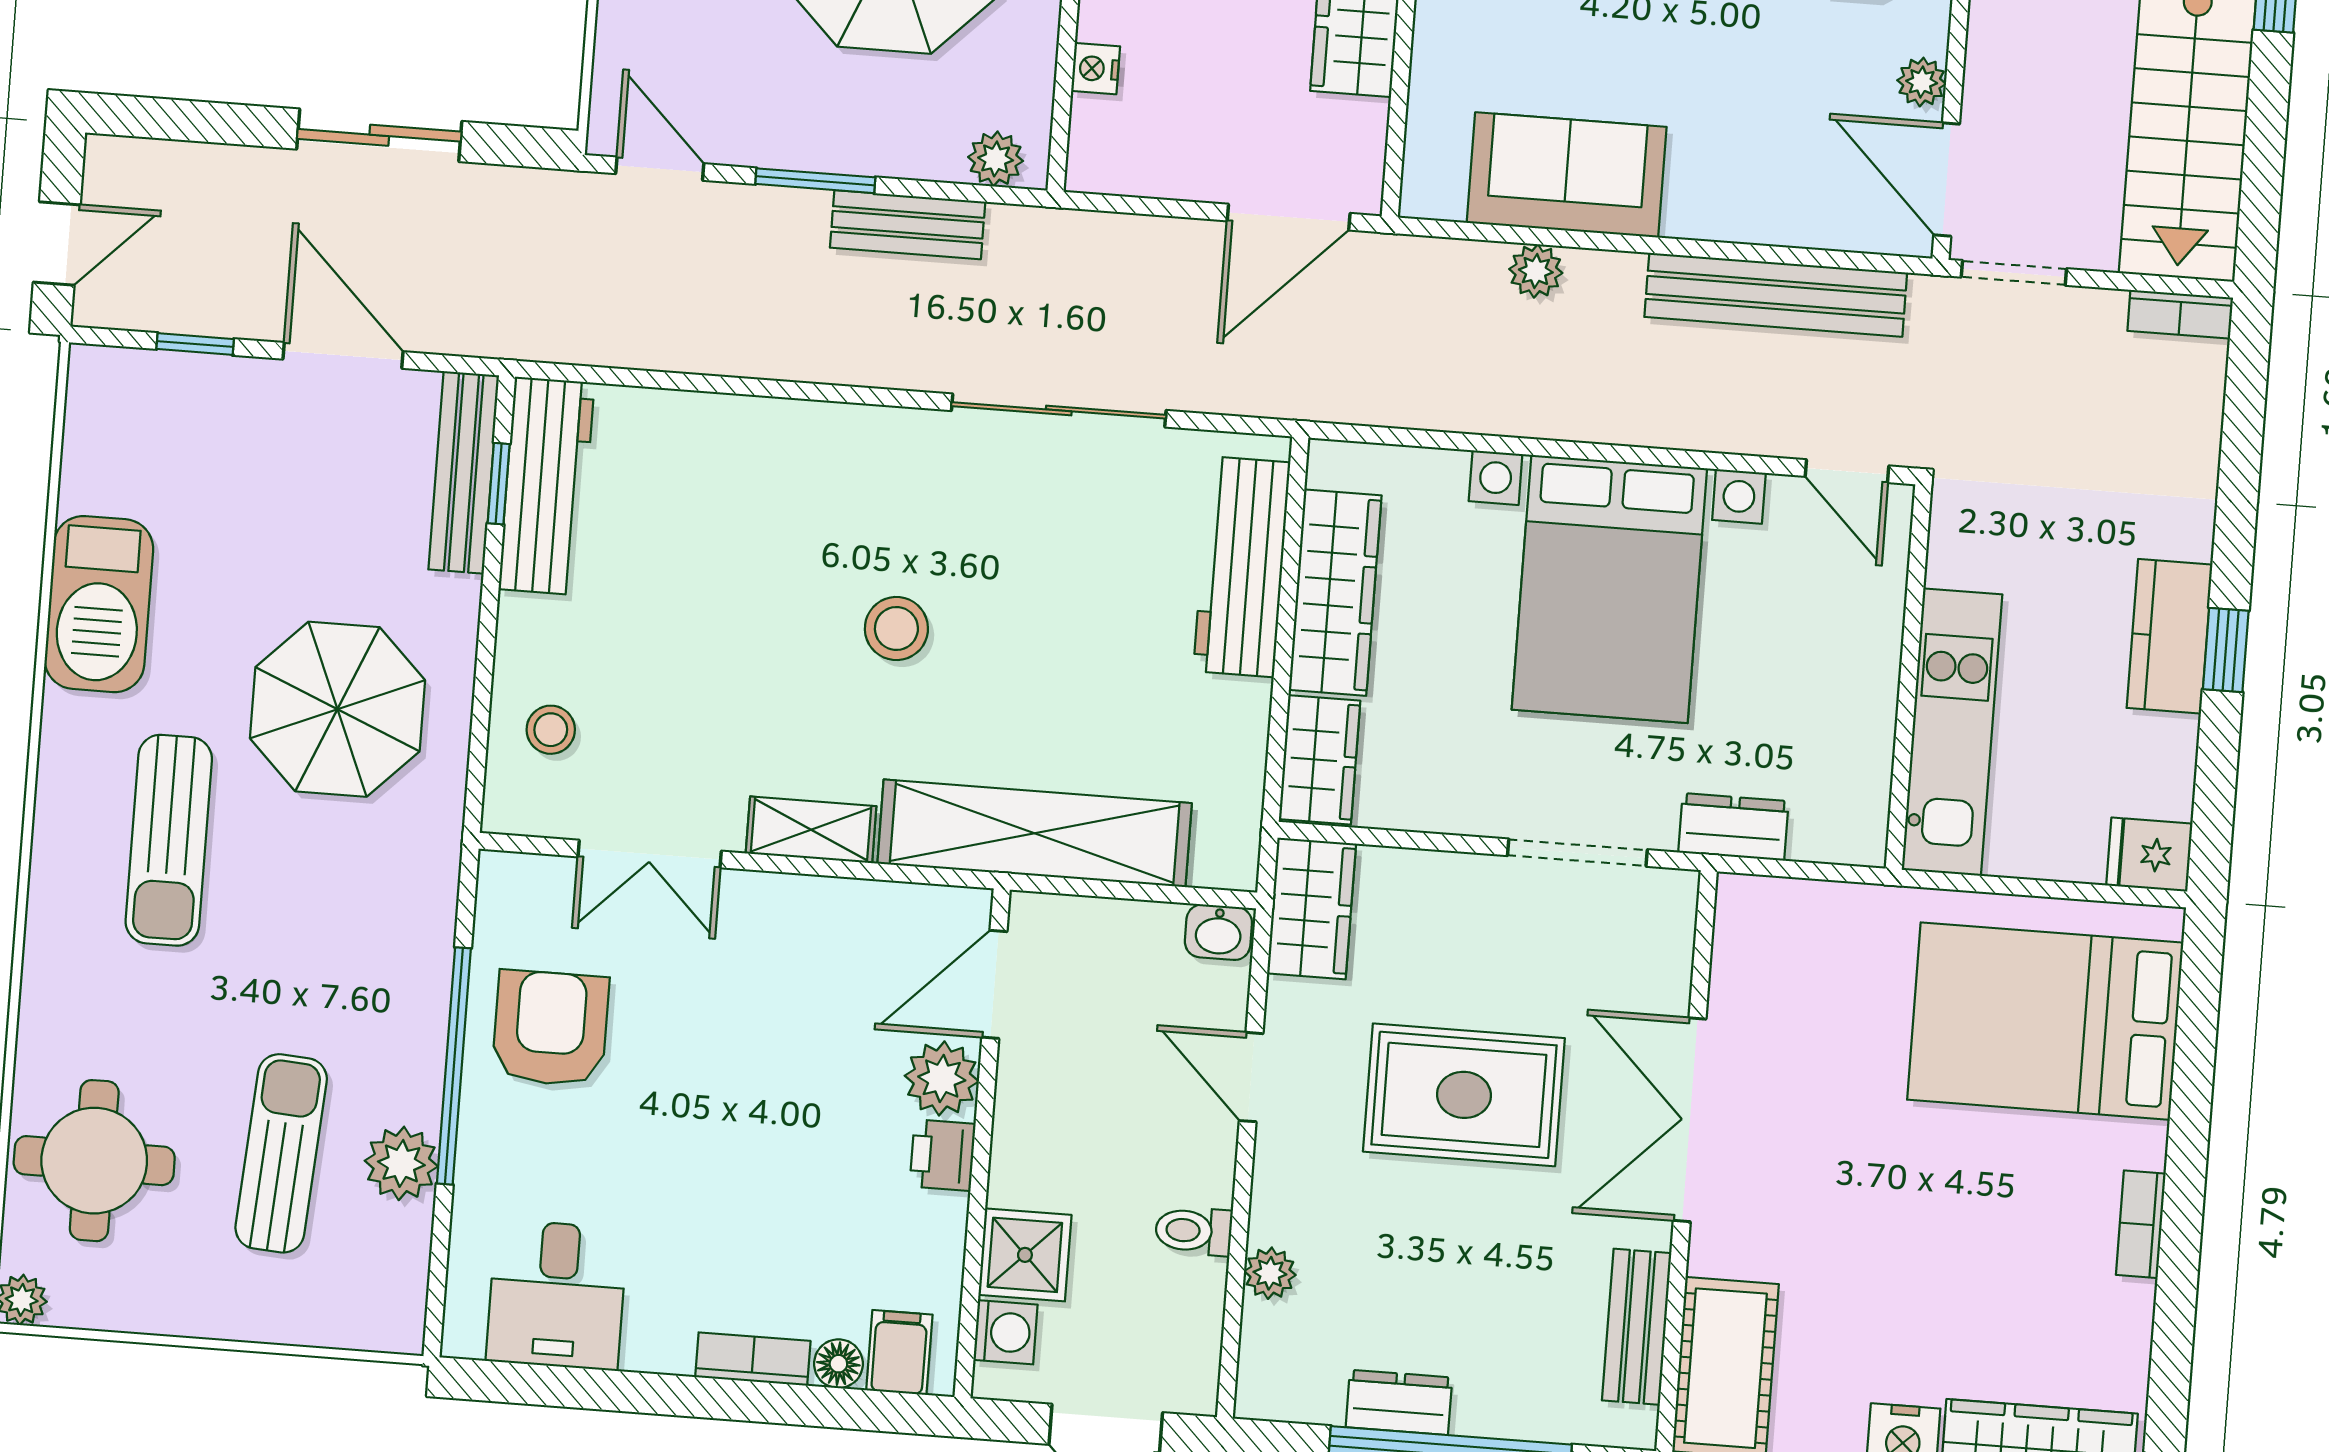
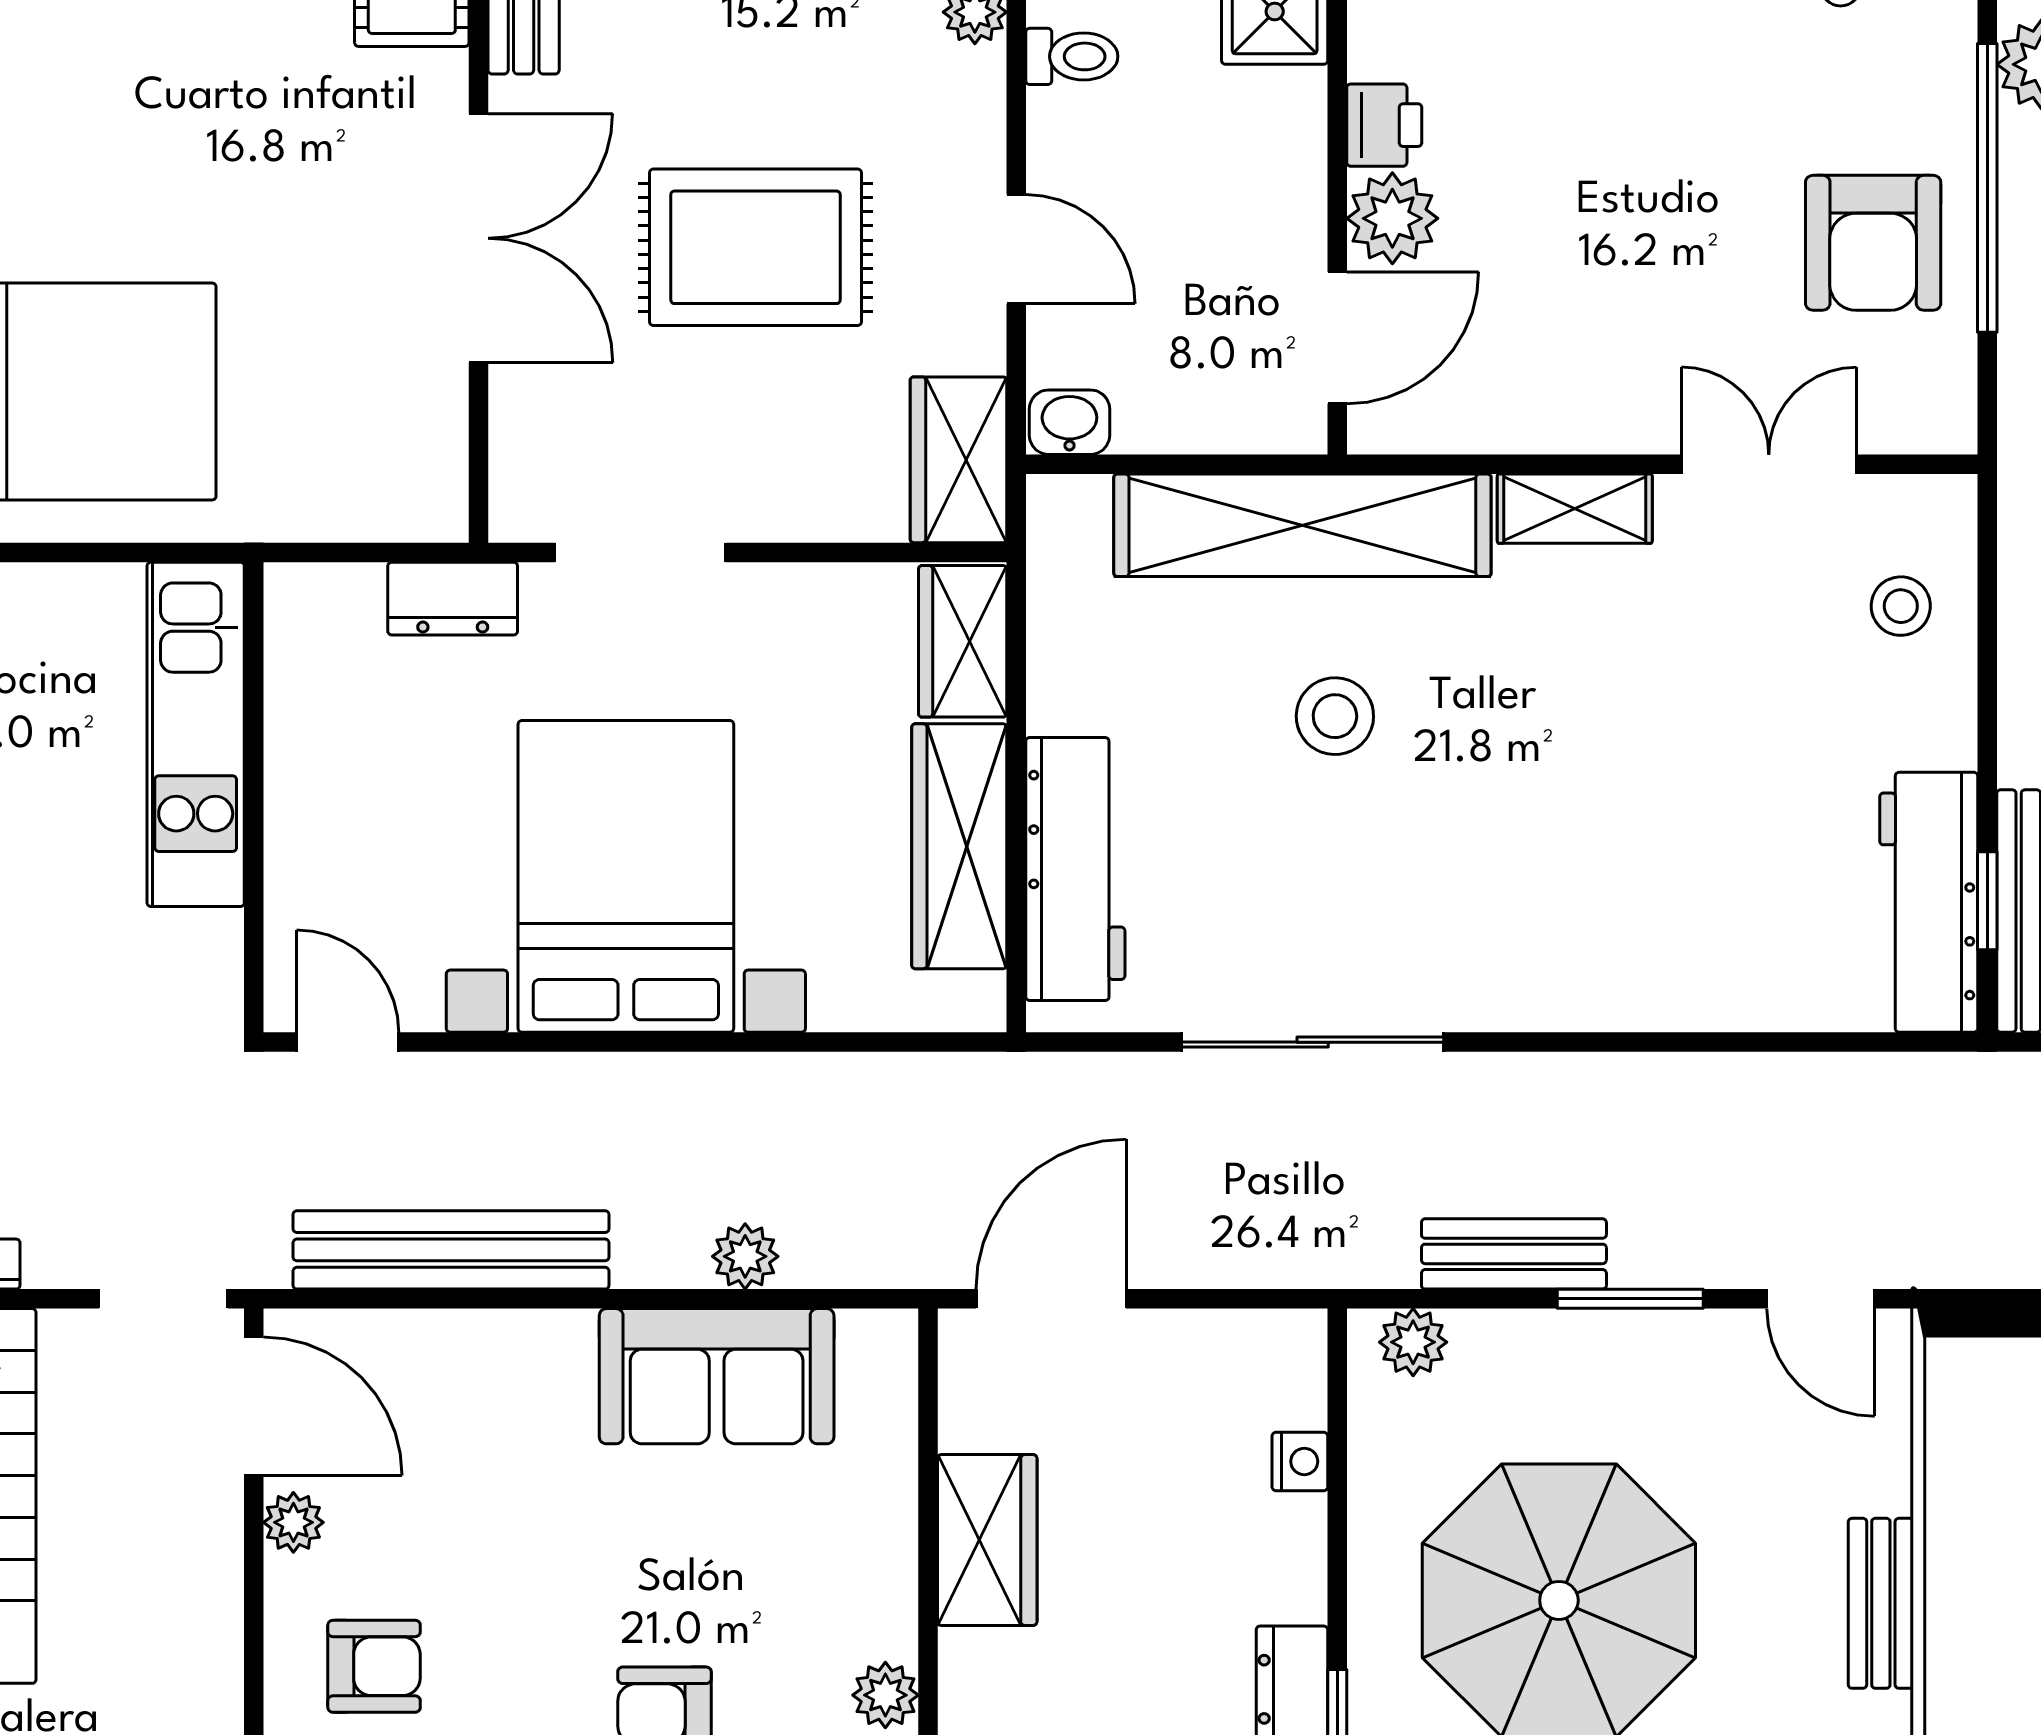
stool: (896, 628) -> (1335, 716), moved

